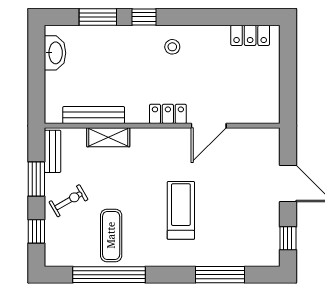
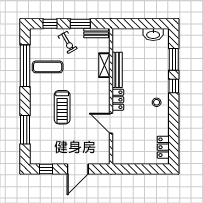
bench: (94, 115) -> (117, 70), moved
treadmill: (181, 210) -> (62, 107), turned 90

